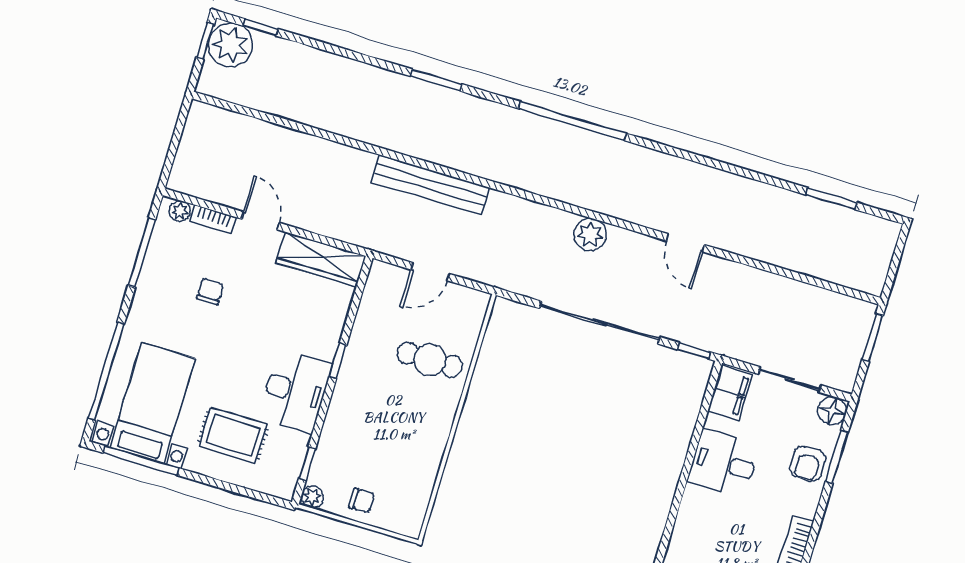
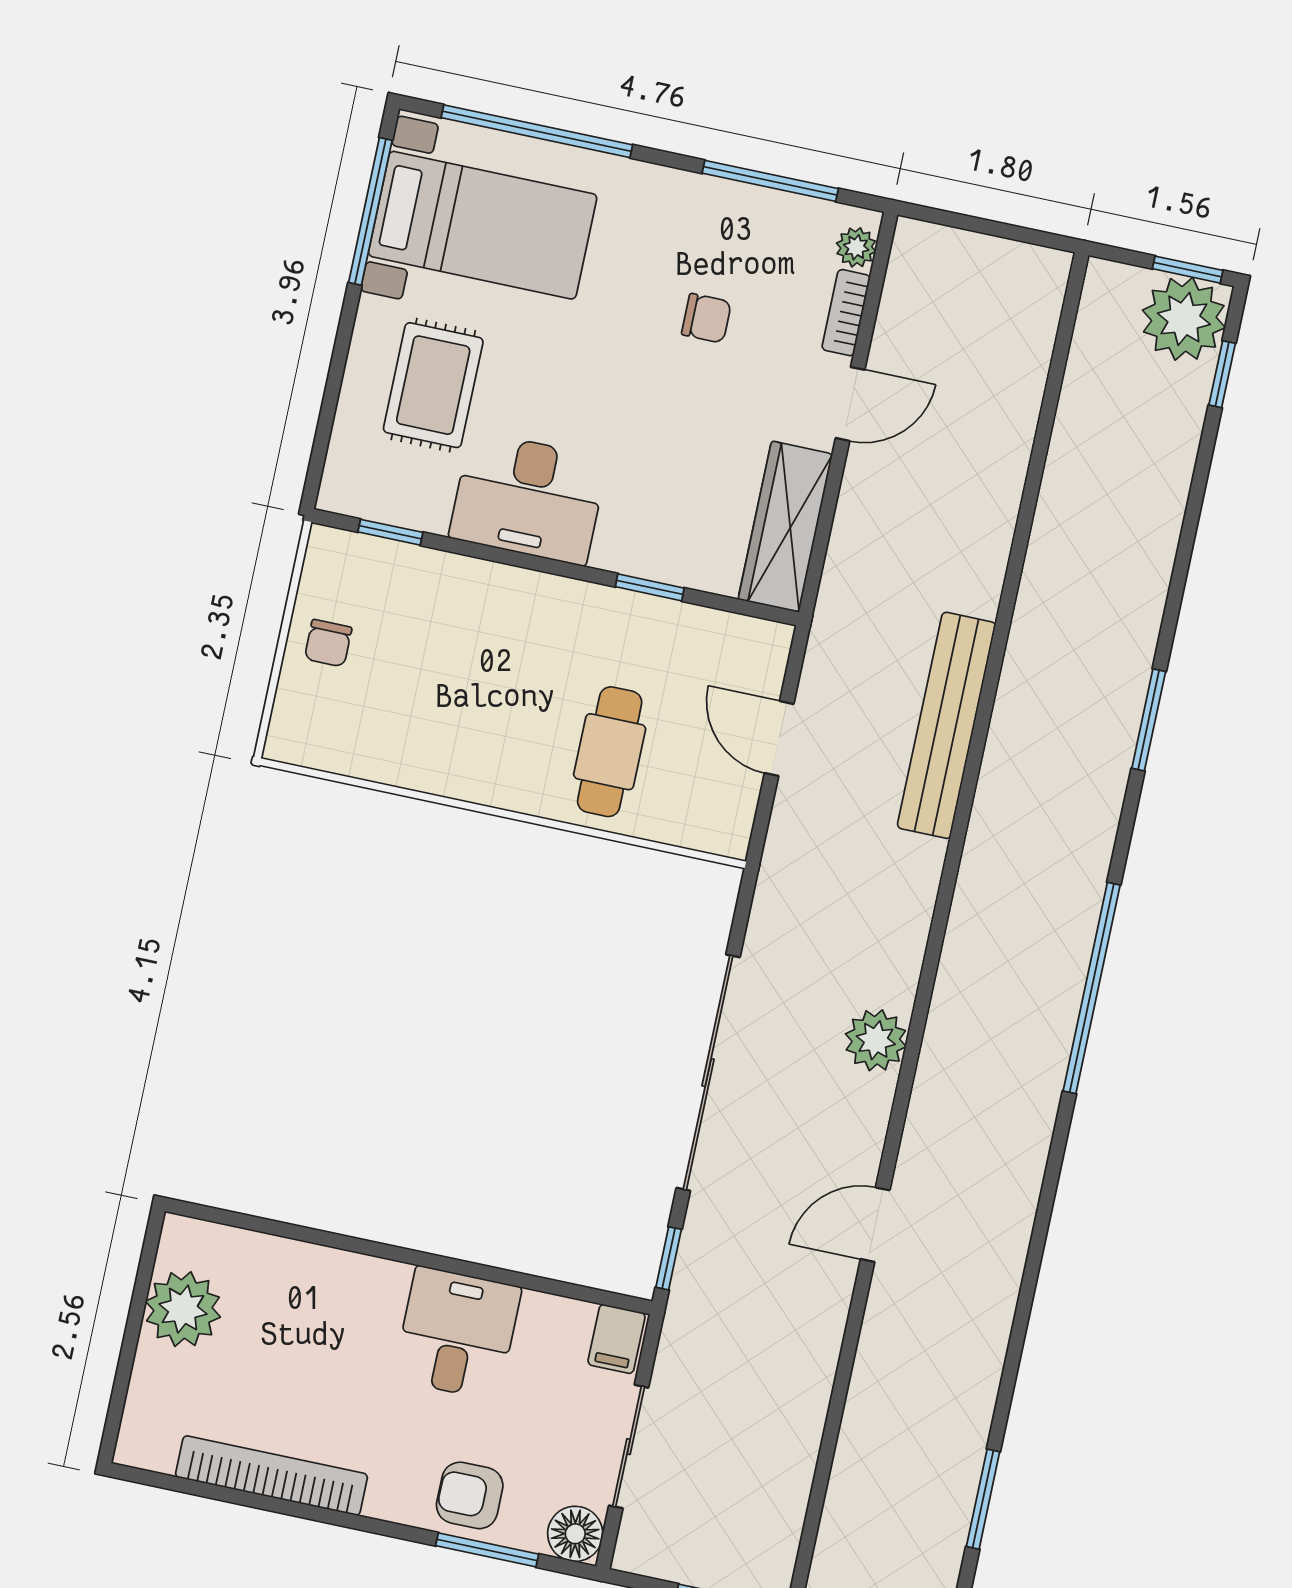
window: (338, 361) -> (650, 587), moved
filing cabinet: (730, 393) -> (616, 1339), width x0.50
plant: (312, 497) -> (327, 547), removed

